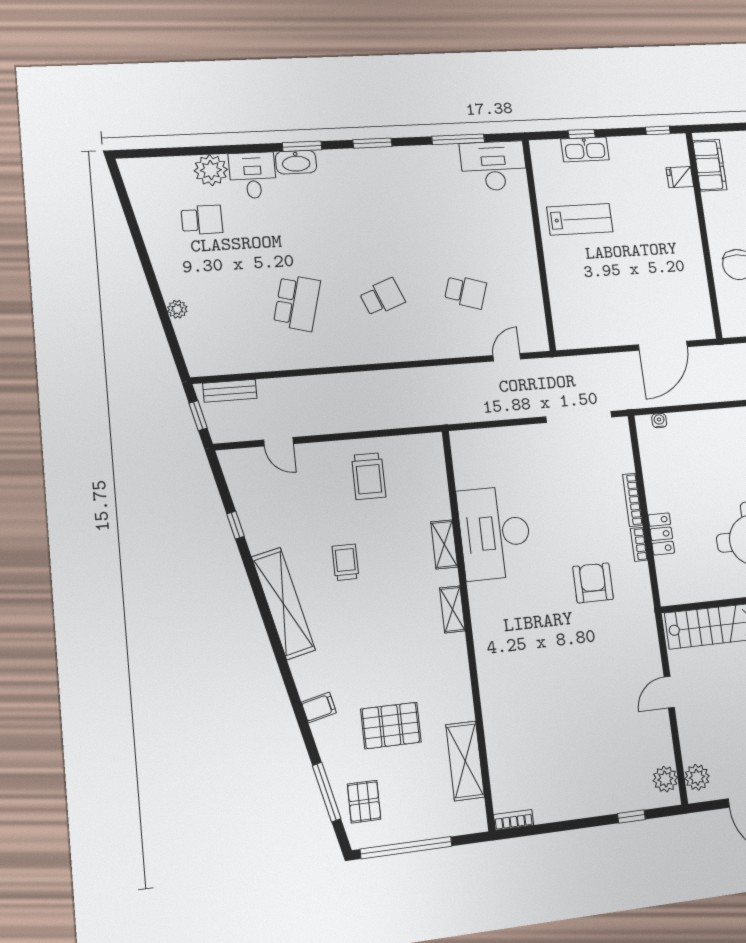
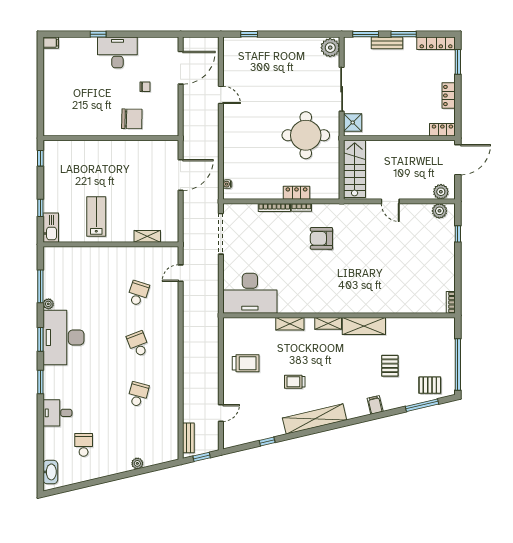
kitchen sink: (585, 149) -> (51, 228), moved
washbasin: (296, 162) -> (50, 472), moved
filing cabinet: (710, 165) -> (65, 127), removed
desk: (494, 166) -> (63, 337), moved, width x1.36, depth x1.30
plant: (211, 170) -> (48, 304), moved, width x0.53, depth x0.53
fridge: (680, 177) -> (72, 148), removed
shelving: (559, 300) -> (147, 236), added
school desk: (297, 303) -> (138, 394), width x0.54
door: (663, 346) -> (181, 175), hinge flipped
door: (507, 357) -> (181, 273), hinge flipped
desk: (495, 533) -> (250, 293), moved
pallet: (391, 726) -> (390, 366), width x0.67, depth x0.71
shelving: (465, 761) -> (364, 326), moved

